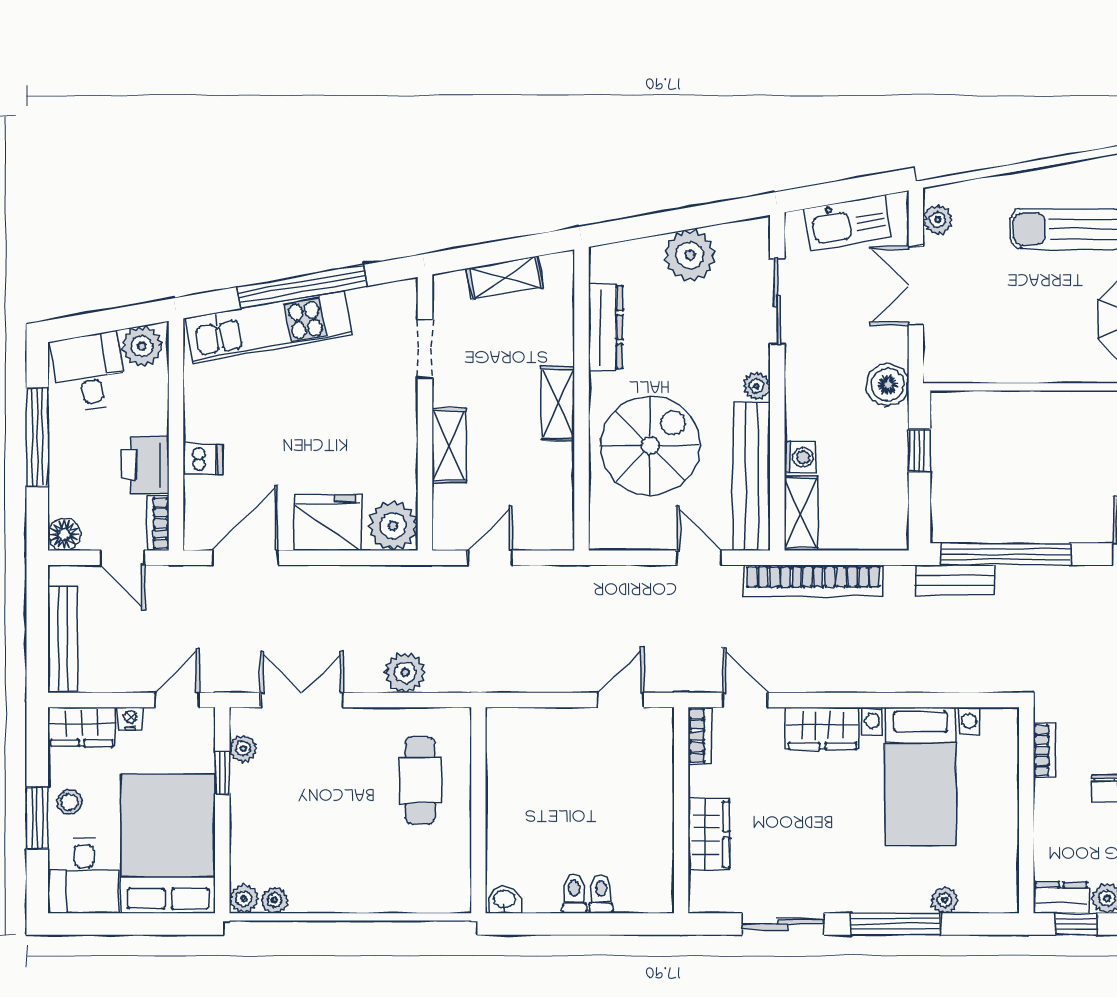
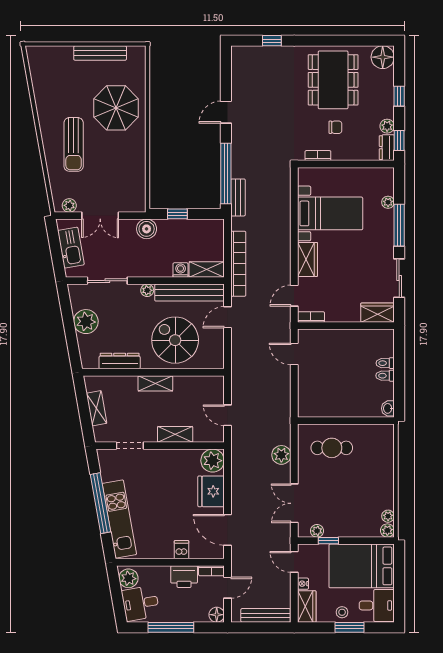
wardrobe: (709, 834) -> (377, 313), moved

